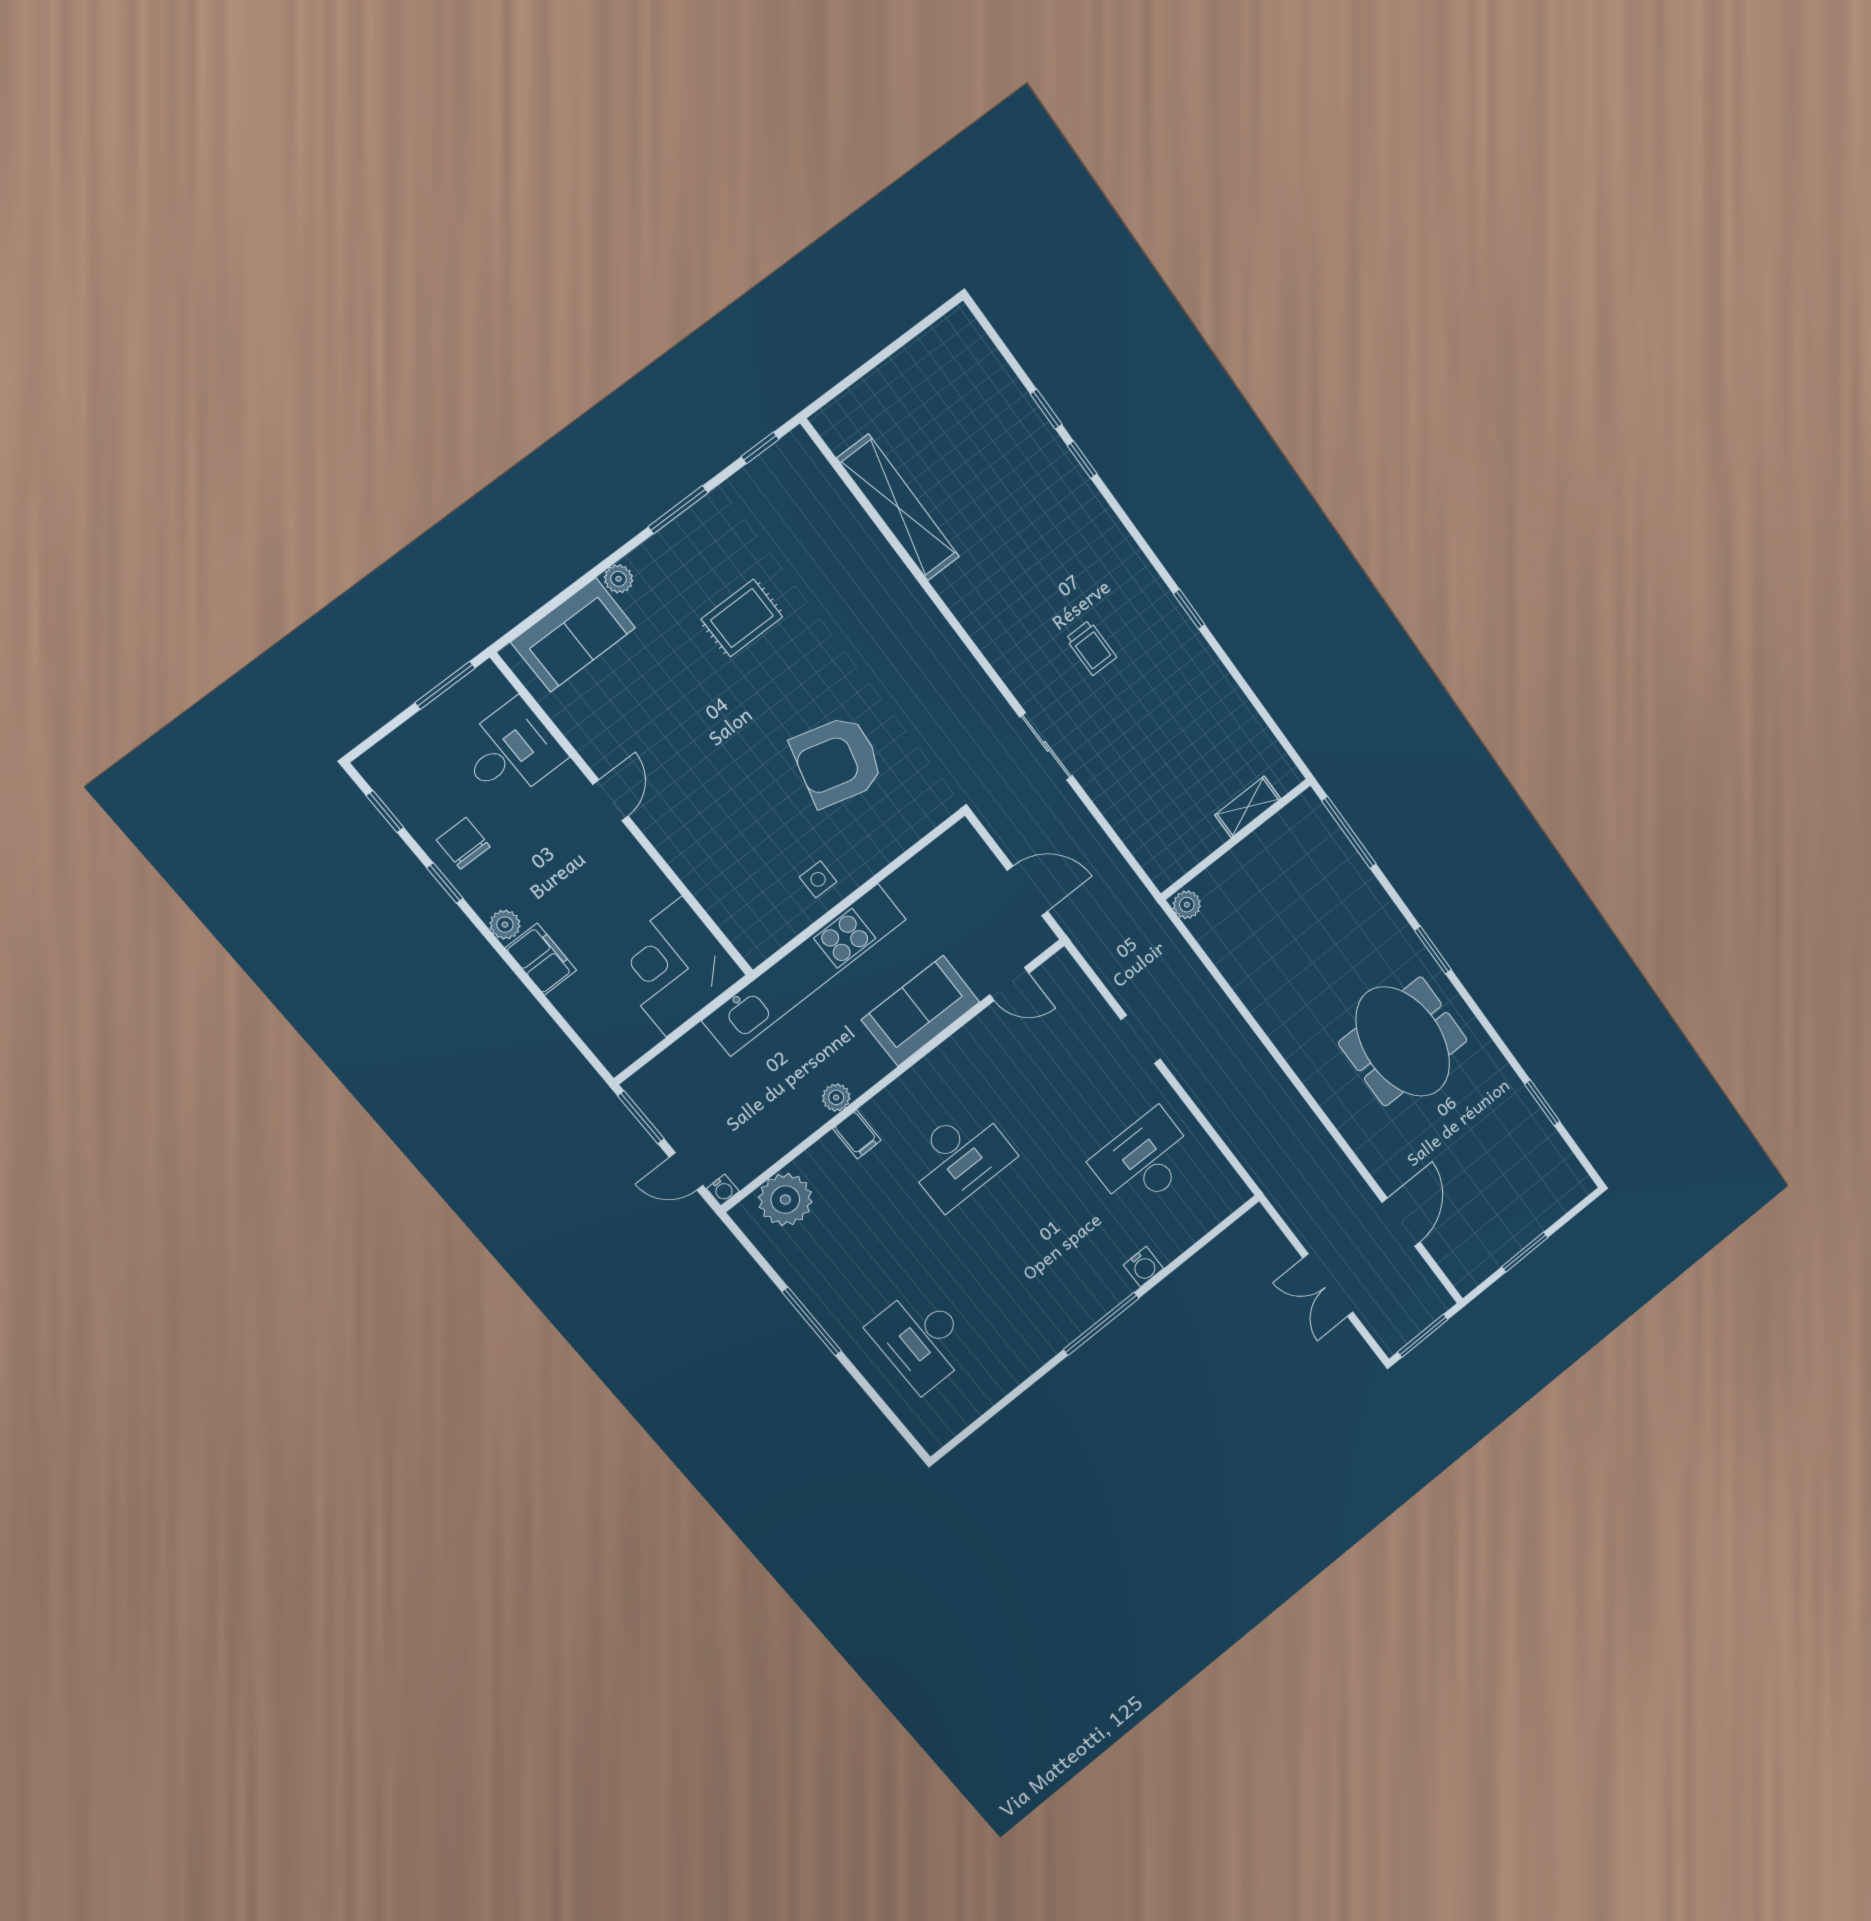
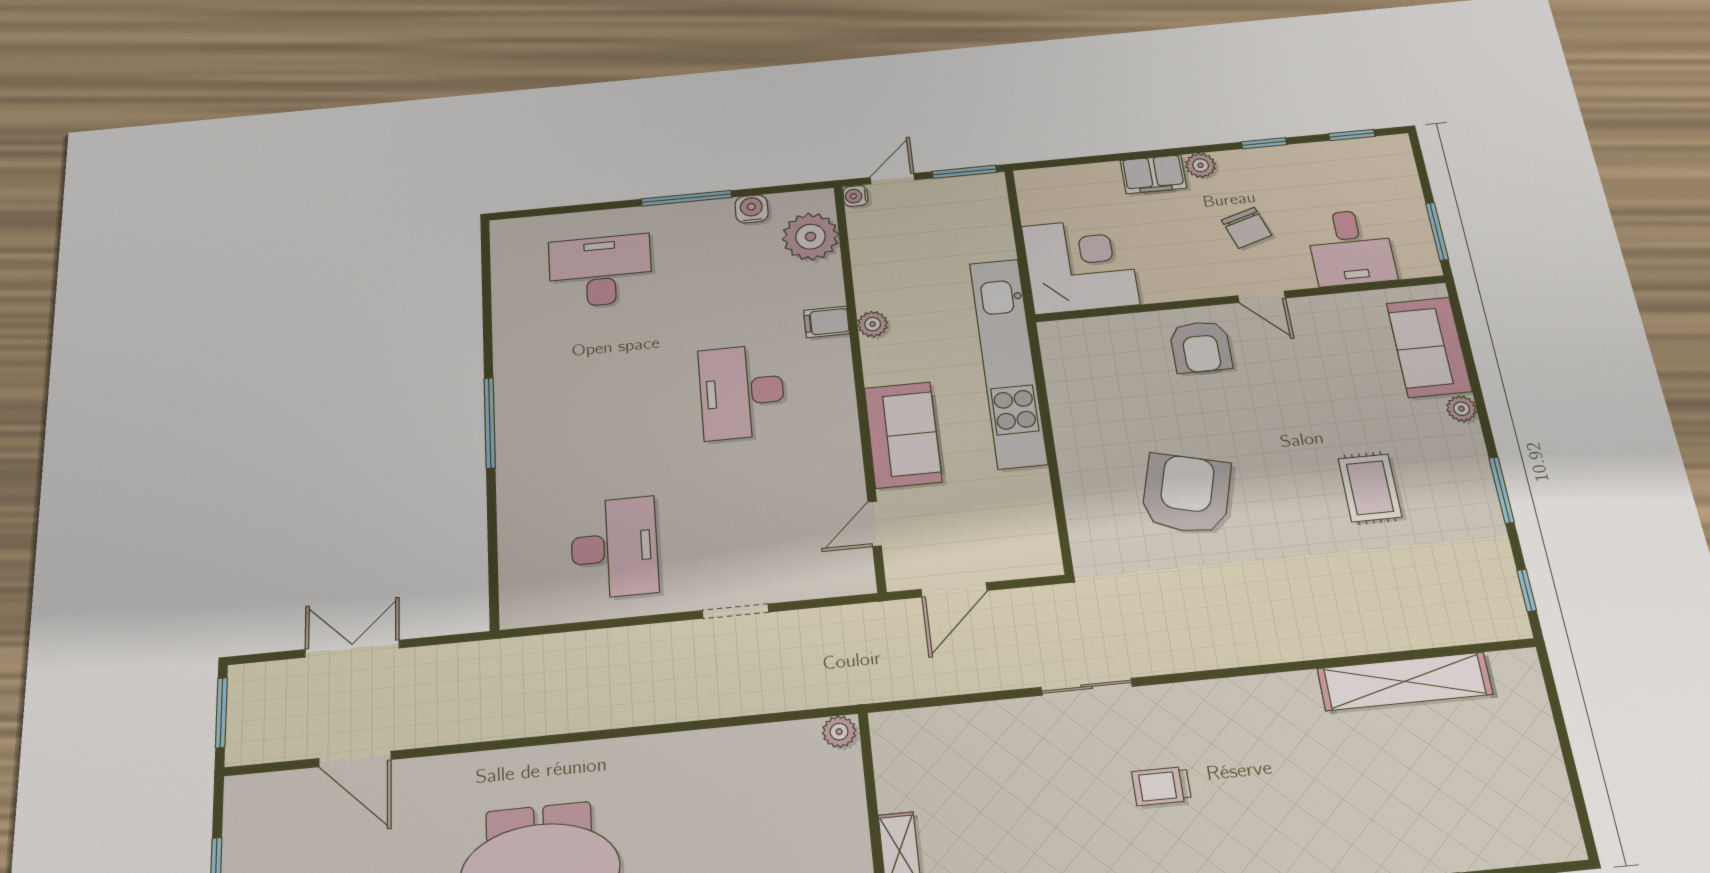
armchair: (692, 824) -> (1201, 347), added
chair: (463, 843) -> (1247, 228), moved, turned 72
side table: (818, 879) -> (1085, 418), removed
water cooler: (1143, 1267) -> (752, 209), moved, turned 90

